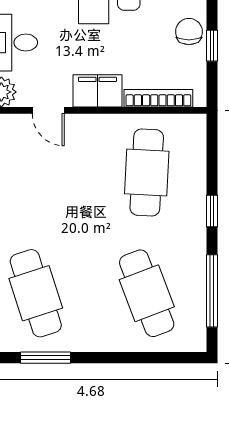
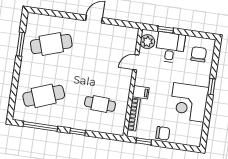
window: (212, 46) -> (144, 141), moved
filing cabinet: (98, 91) -> (141, 92), width x0.50
cafe table: (147, 173) -> (100, 104), width x0.73, depth x0.74

